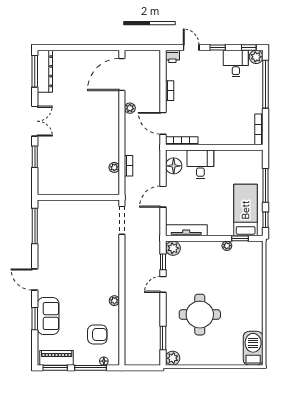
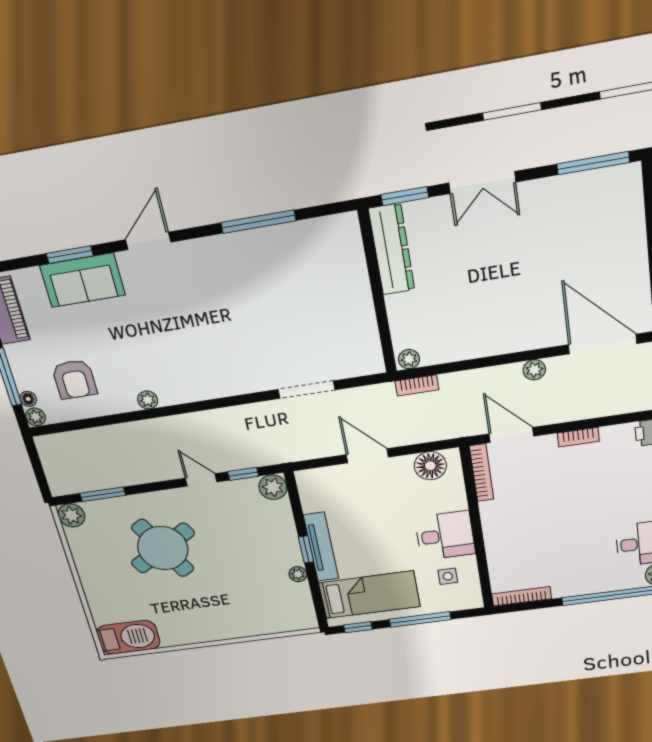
dresser: (45, 71) -> (392, 249), moved, turned -90
door: (163, 123) -> (511, 435), hinge flipped
desk: (200, 164) -> (445, 536), moved
side table: (240, 166) -> (448, 576), added
wall: (78, 197) -> (378, 293), moved
tv unit: (186, 230) -> (321, 547), moved
window: (240, 238) -> (306, 549), moved
round table: (200, 315) -> (163, 548), turned -30
plant: (114, 360) -> (35, 417), added

